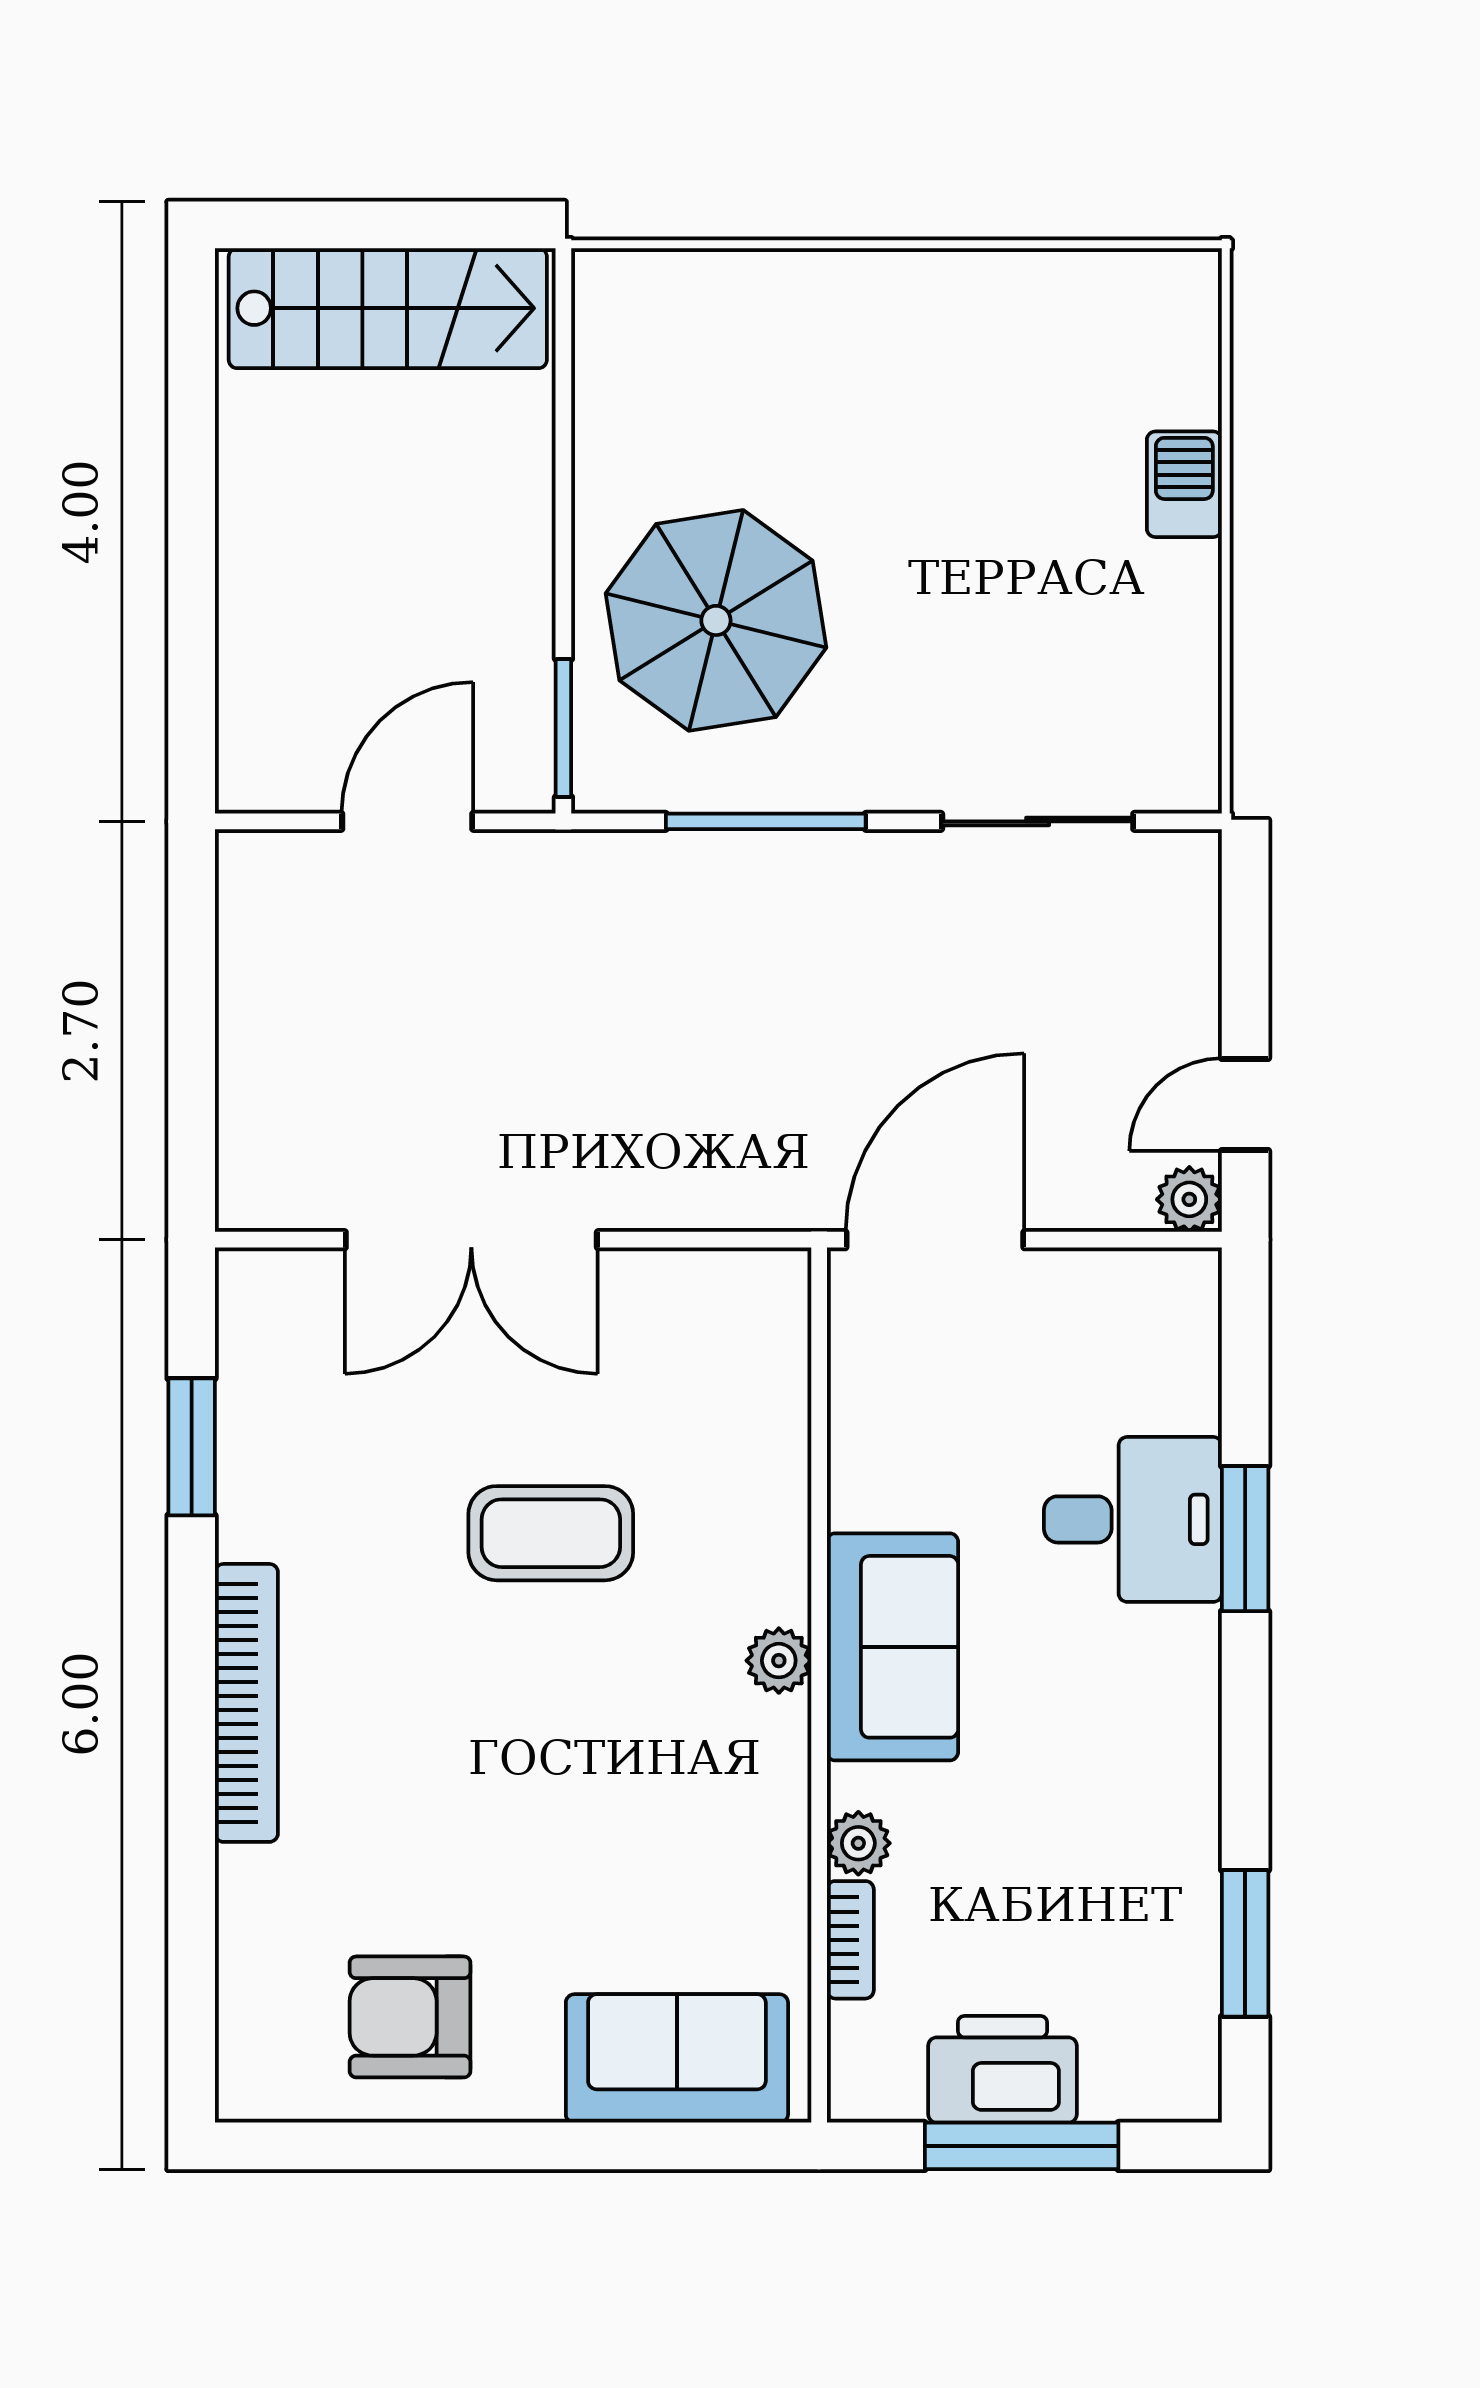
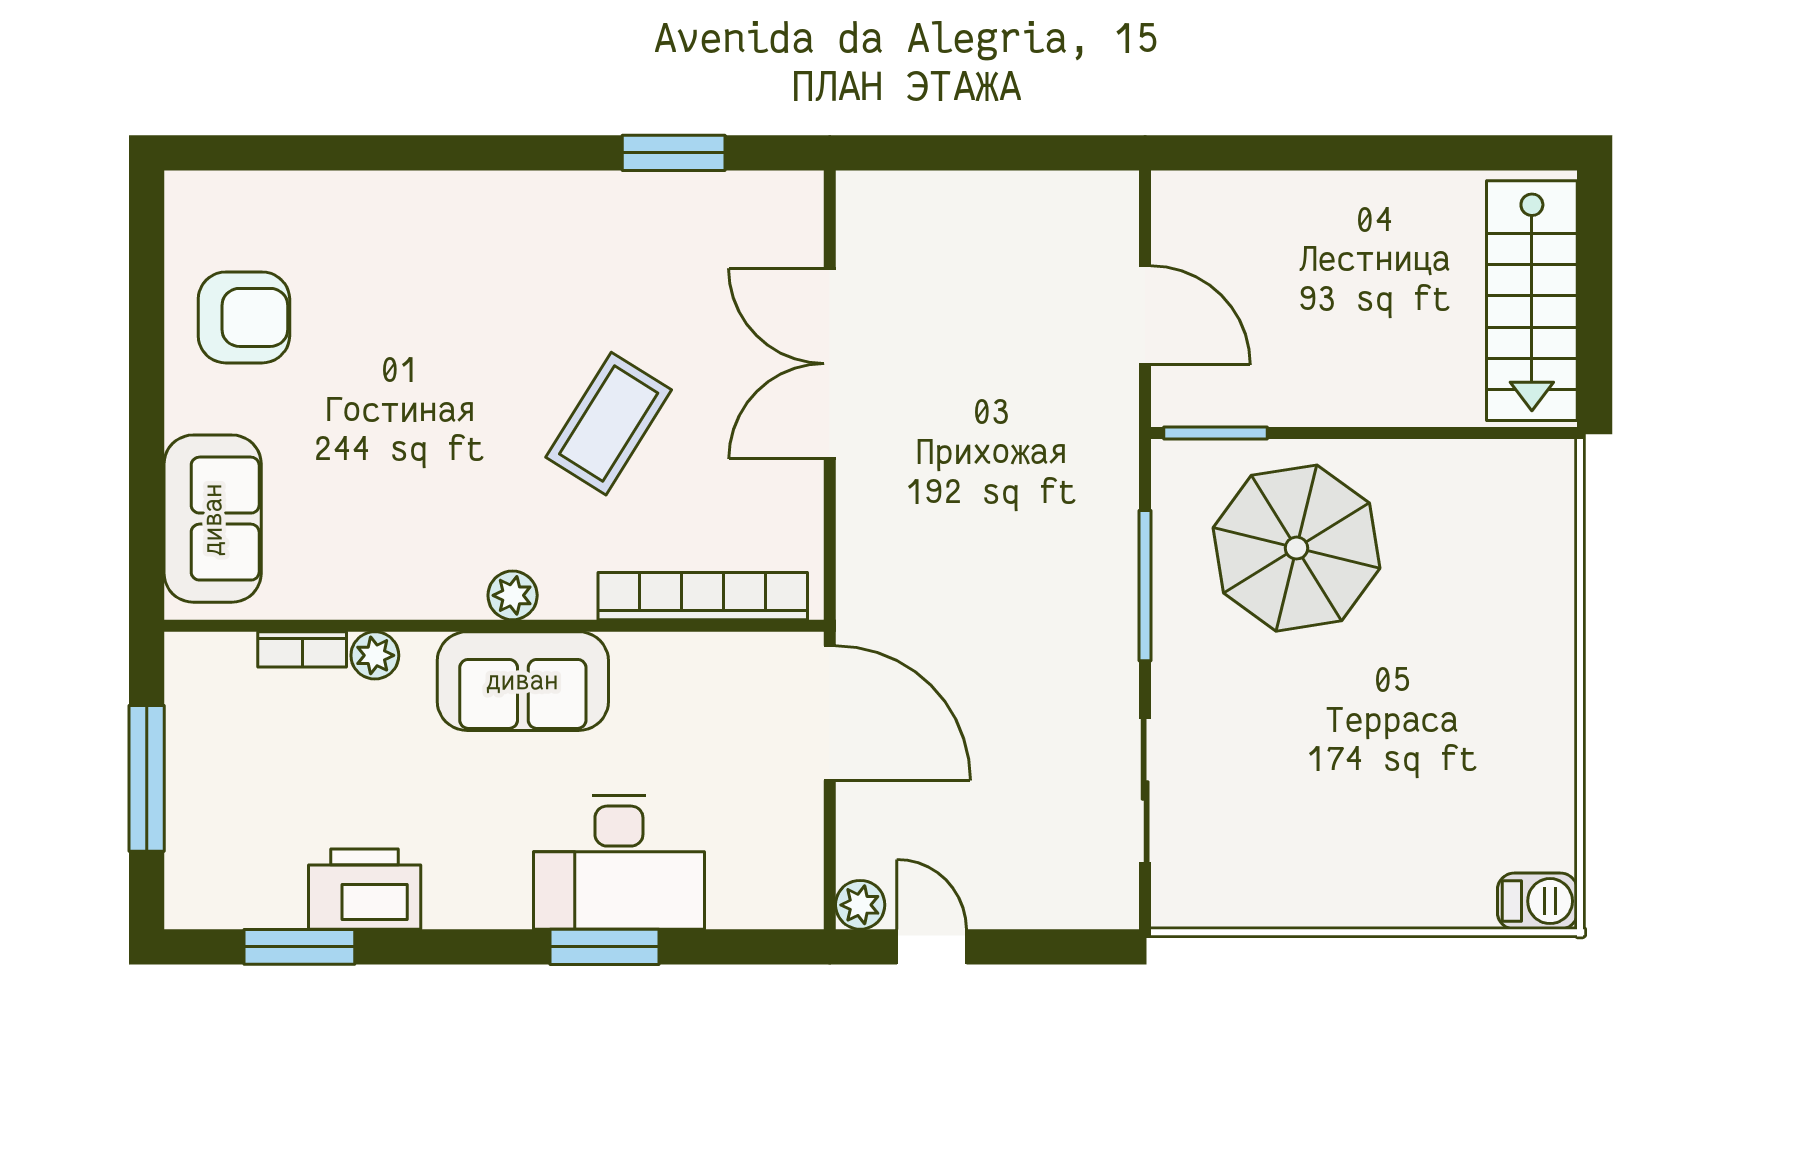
barbecue: (1184, 484) -> (1537, 901), moved
desk: (1133, 1519) -> (619, 862), width x1.37
coffee table: (551, 1533) -> (609, 424), turned 32
bookcase: (246, 1703) -> (703, 596), moved, turned 180
armchair: (410, 2017) -> (244, 317), turned 90
printer: (1002, 2069) -> (365, 889), moved, turned -90

